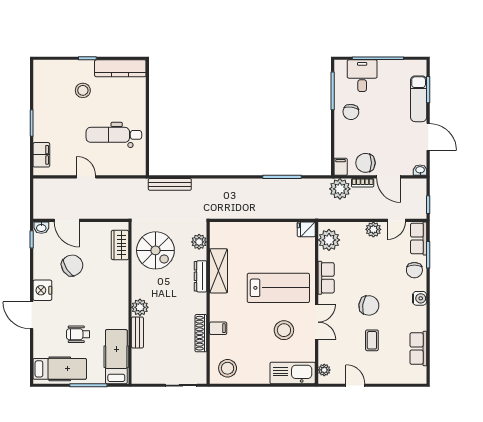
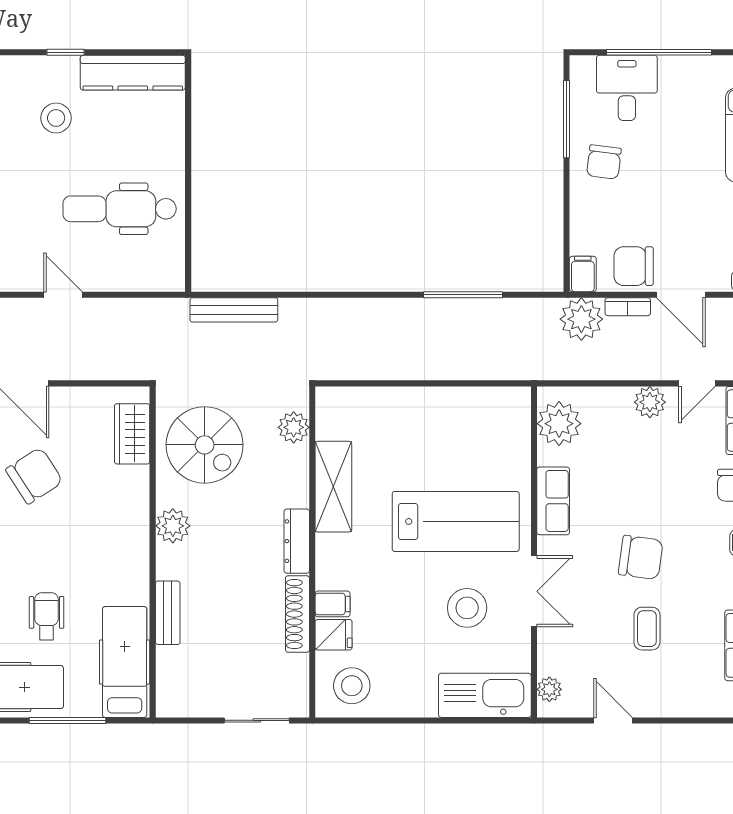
fridge: (306, 229) -> (334, 635), moved, turned 180
dresser: (201, 276) -> (297, 541), moved
plant: (140, 307) -> (173, 526), moved
wheelchair: (78, 334) -> (47, 616), turned 90

